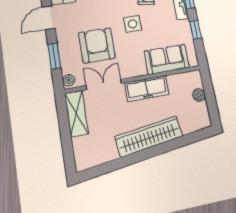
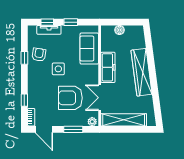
shelving: (76, 113) -> (124, 120), width x1.47

